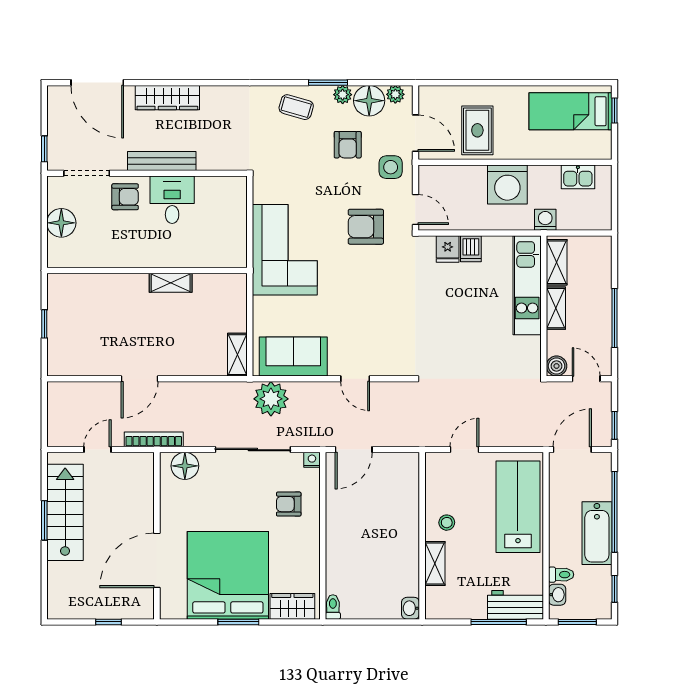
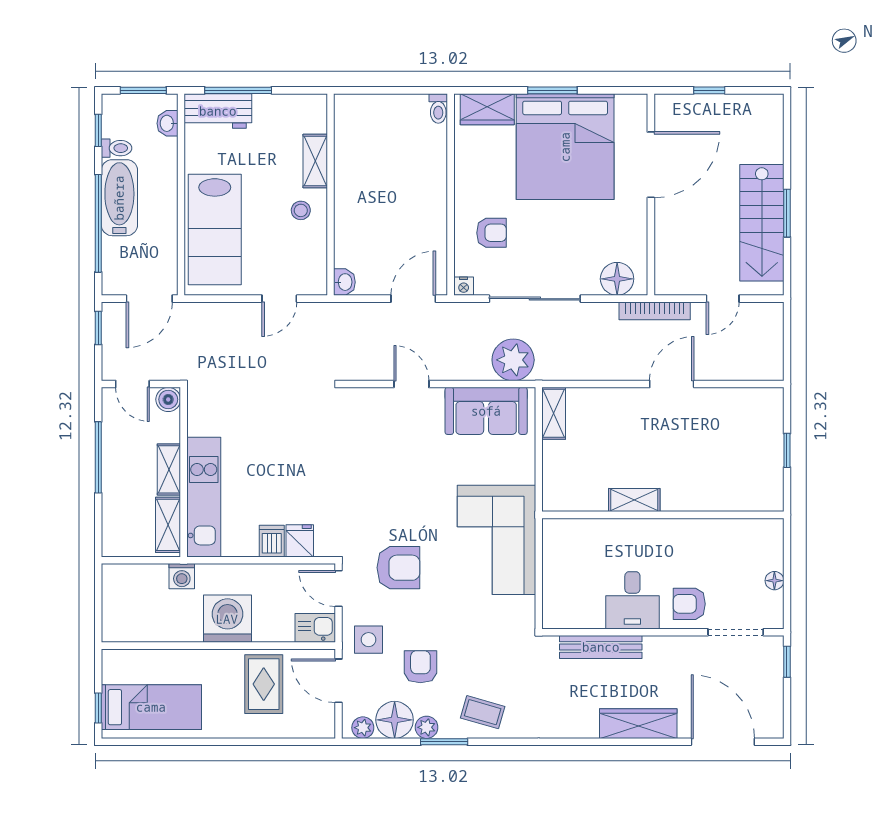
bench: (162, 161) -> (601, 647), moved
kitchen sink: (578, 177) -> (315, 628), moved
floor lamp: (61, 223) -> (774, 581), width x0.53, depth x0.53
toilet: (561, 575) -> (117, 148), moved, turned 180
washbasin: (411, 608) -> (344, 282), moved

